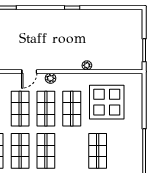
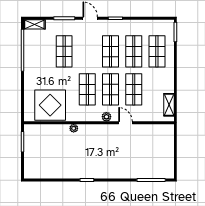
door: (29, 72) -> (125, 123), hinge flipped
display table: (107, 102) -> (50, 105), moved

